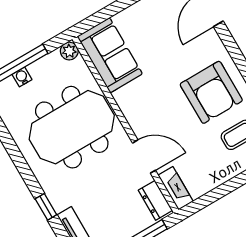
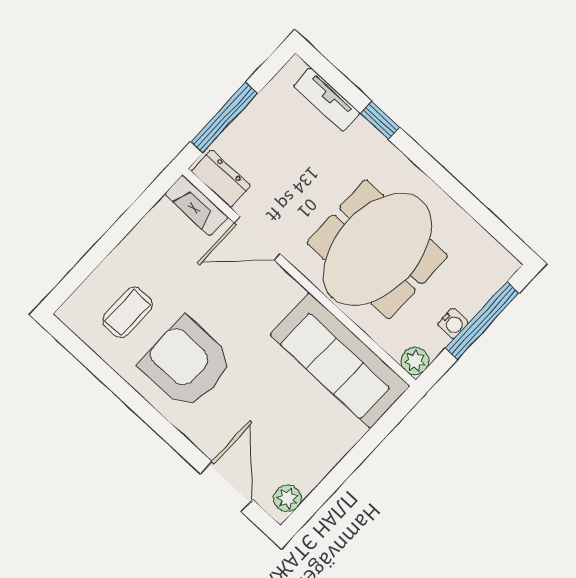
sofa: (110, 55) -> (340, 361), width x1.36
water cooler: (22, 77) -> (453, 324), moved

